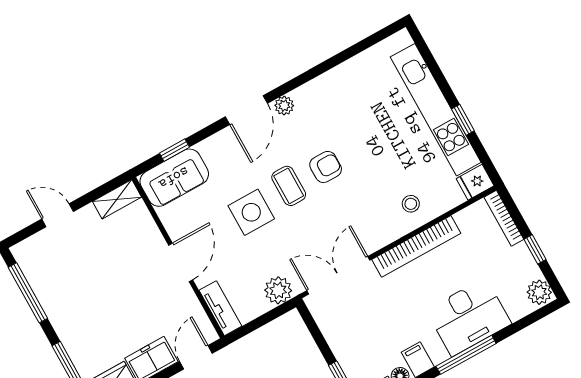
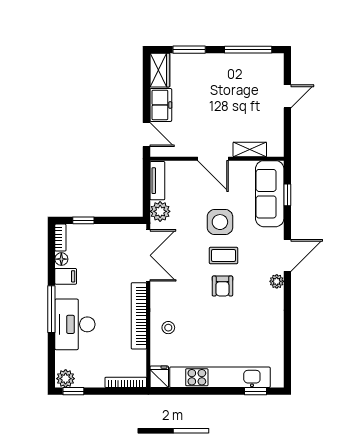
door: (246, 110) -> (287, 255), swing flipped
window: (463, 120) -> (256, 391), moved
sofa: (174, 178) -> (270, 194), width x1.36
shelving: (117, 199) -> (250, 150), moved, turned 90
window: (535, 249) -> (73, 391), moved
tv unit: (220, 308) -> (157, 181), moved, turned -90

